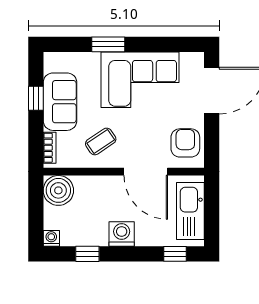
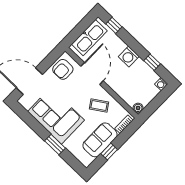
boiler: (58, 190) -> (138, 108), width x0.54, depth x0.54

